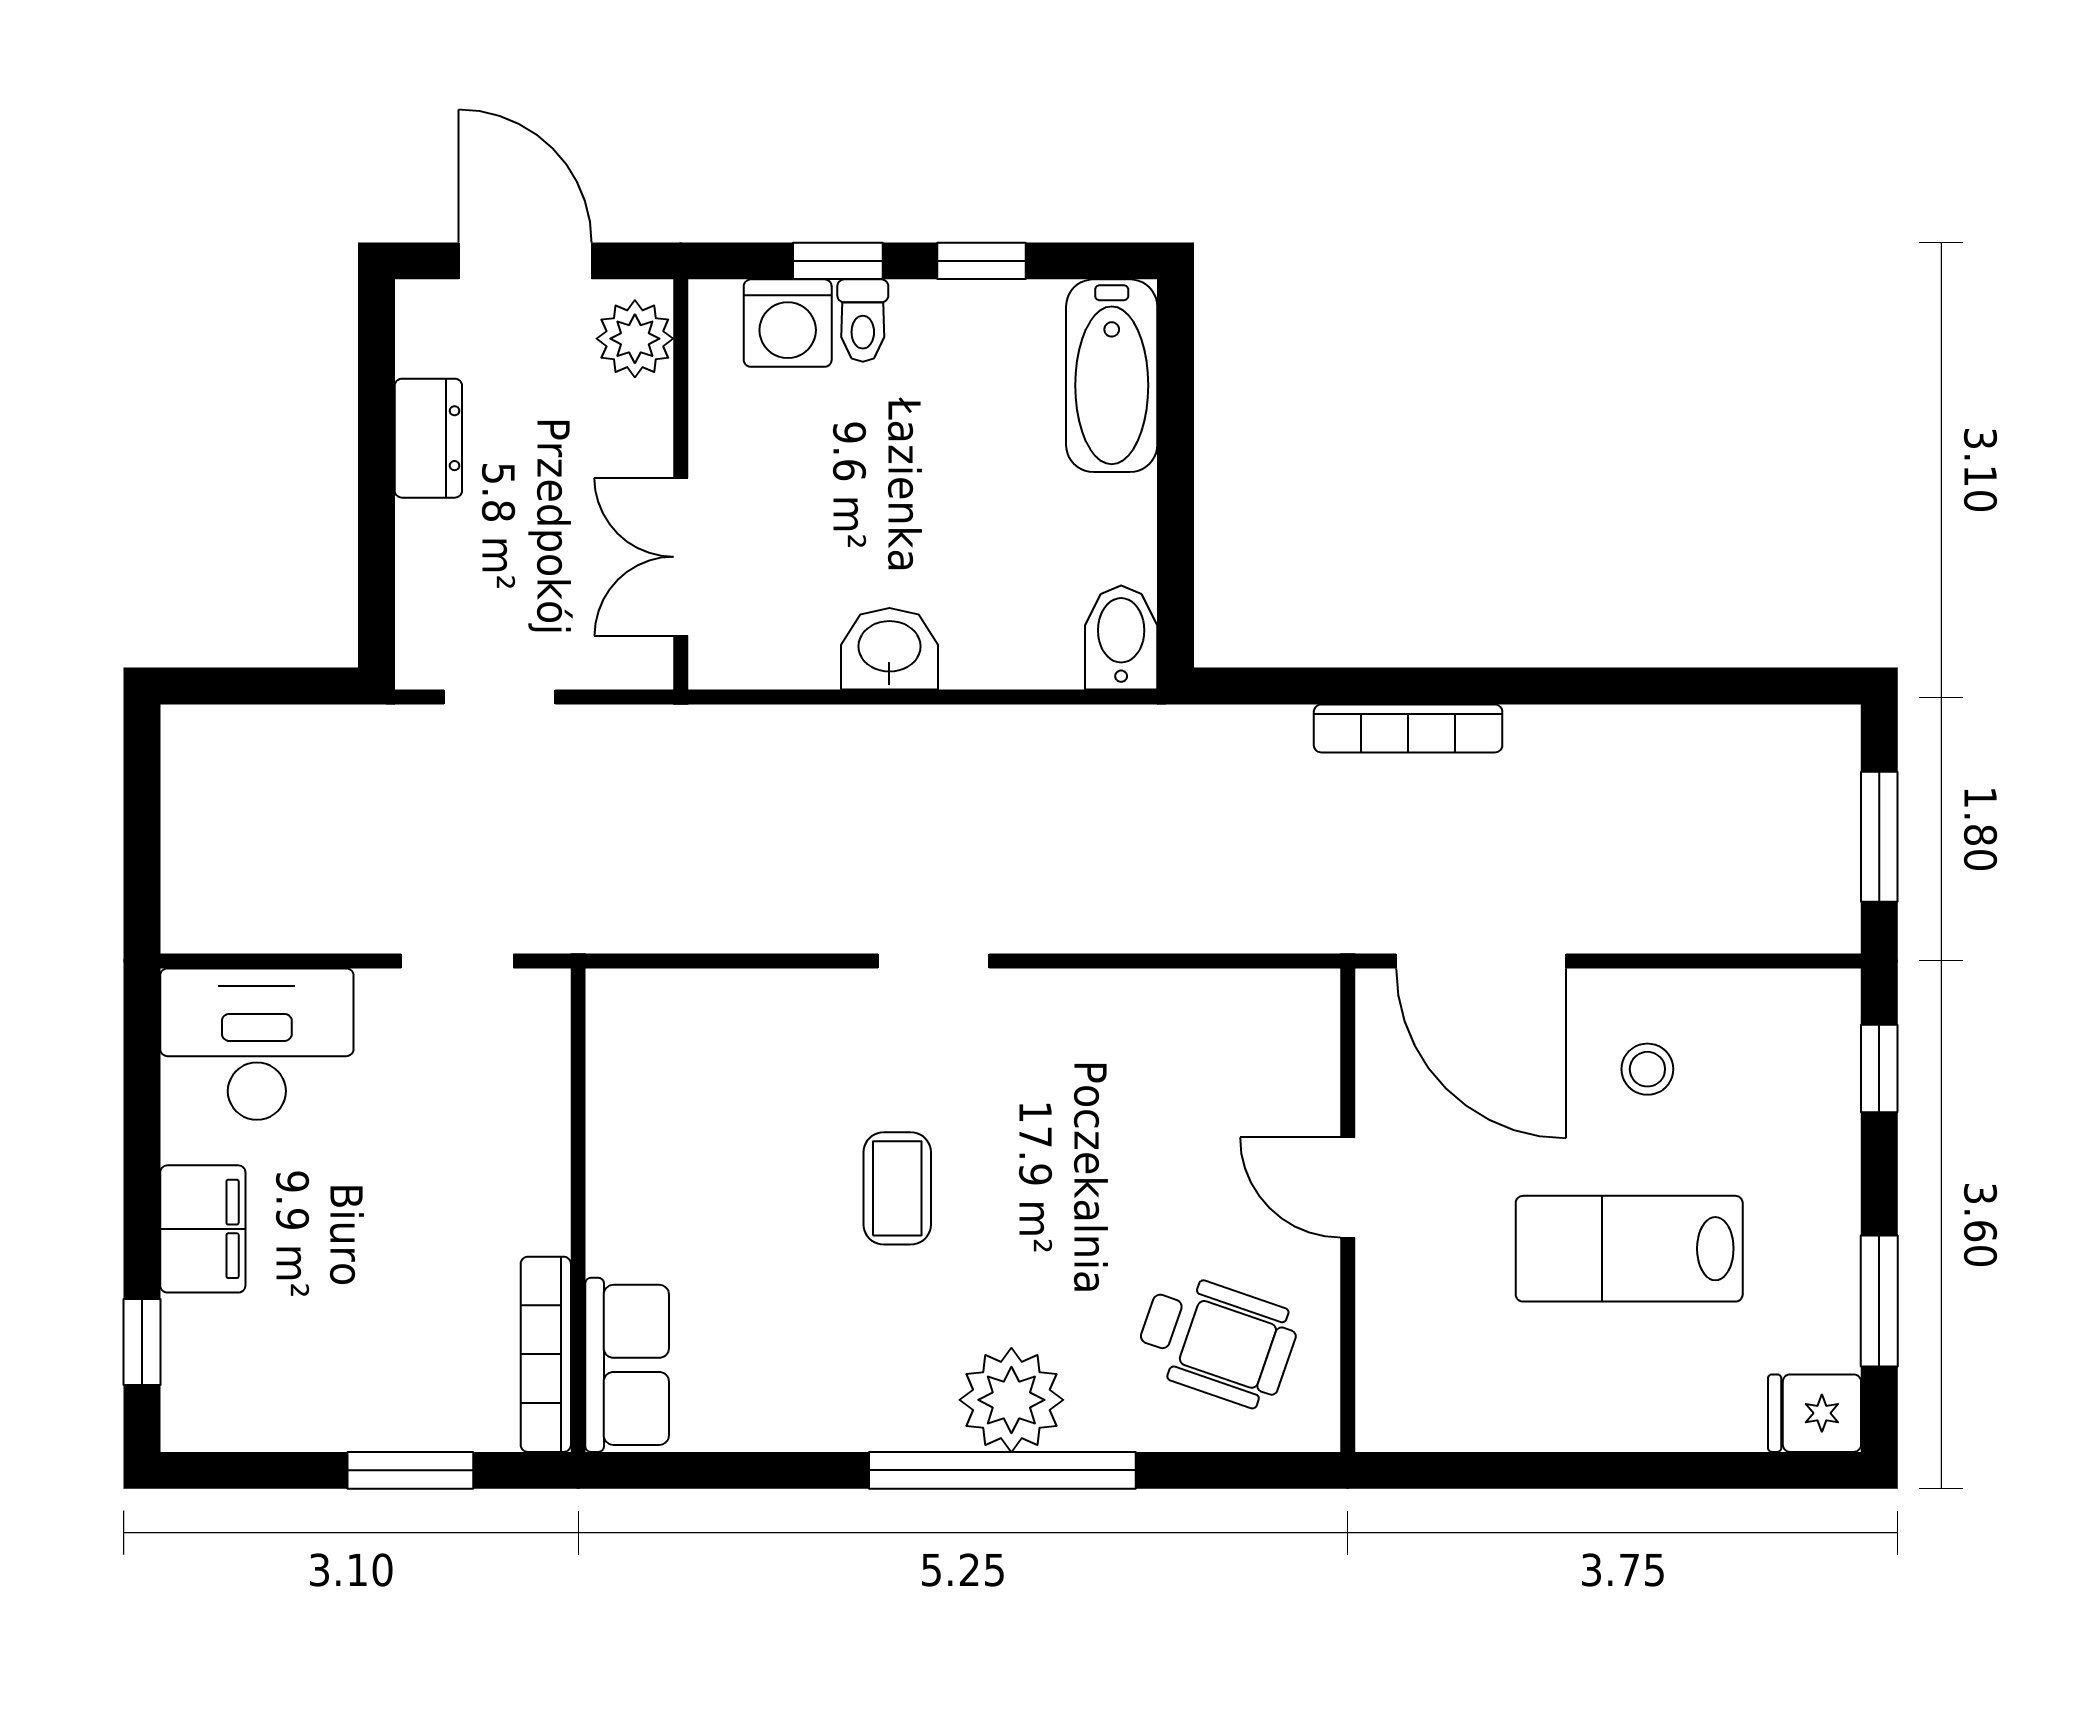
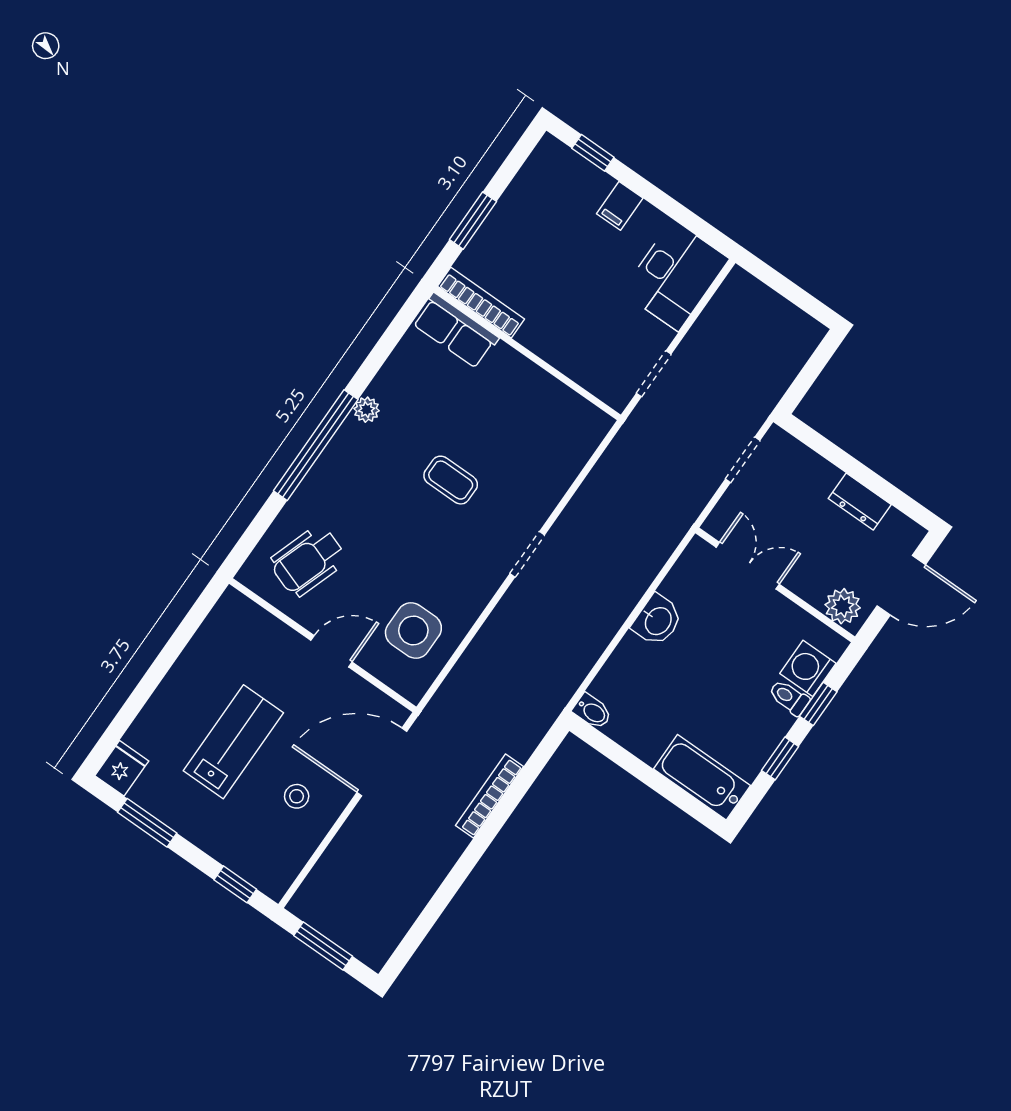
bidet: (1121, 638) -> (592, 711), width x0.72, depth x0.74
side table: (1209, 1068) -> (413, 630), added
filing cabinet: (203, 1229) -> (620, 206), width x0.50
plant: (1011, 1400) -> (367, 410), moved, width x0.53, depth x0.53

